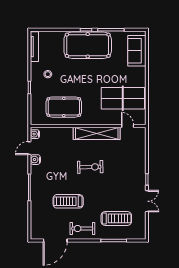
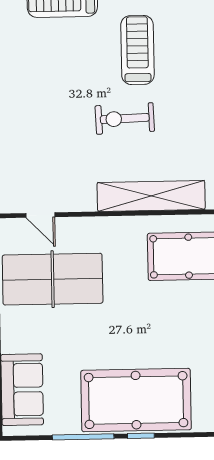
shelving: (97, 133) -> (151, 196), moved
treadmill: (68, 201) -> (137, 50), moved, turned -90

